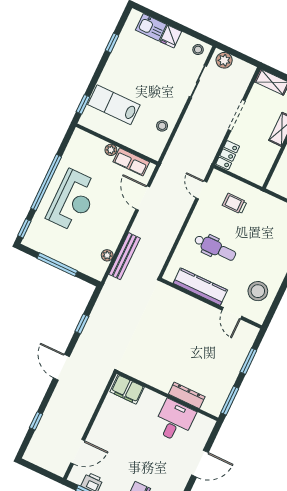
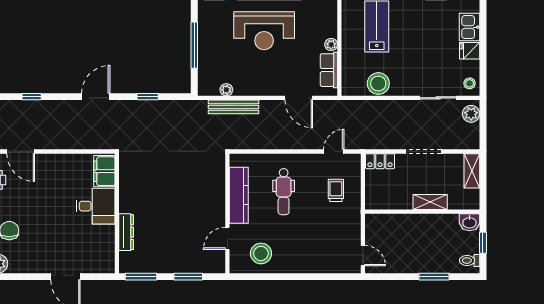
stool: (162, 126) -> (378, 84), width x1.89, depth x1.89
door: (143, 198) -> (299, 98), swing flipped
desk: (174, 421) -> (96, 206), moved

